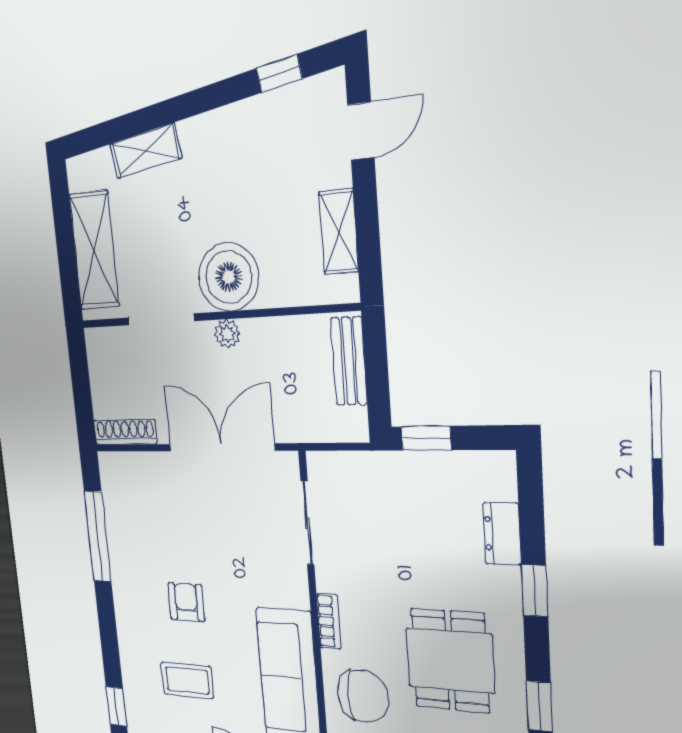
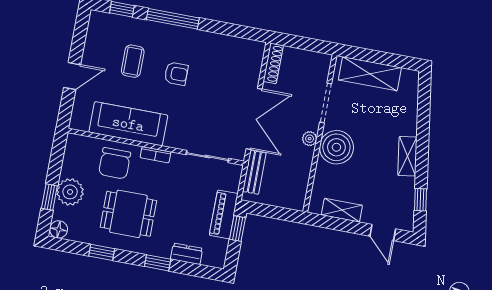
shelving: (145, 151) -> (407, 156), moved
bench: (349, 361) -> (254, 172), moved, turned 90
piano: (406, 472) -> (224, 214), added
window: (98, 536) -> (173, 19), moved

